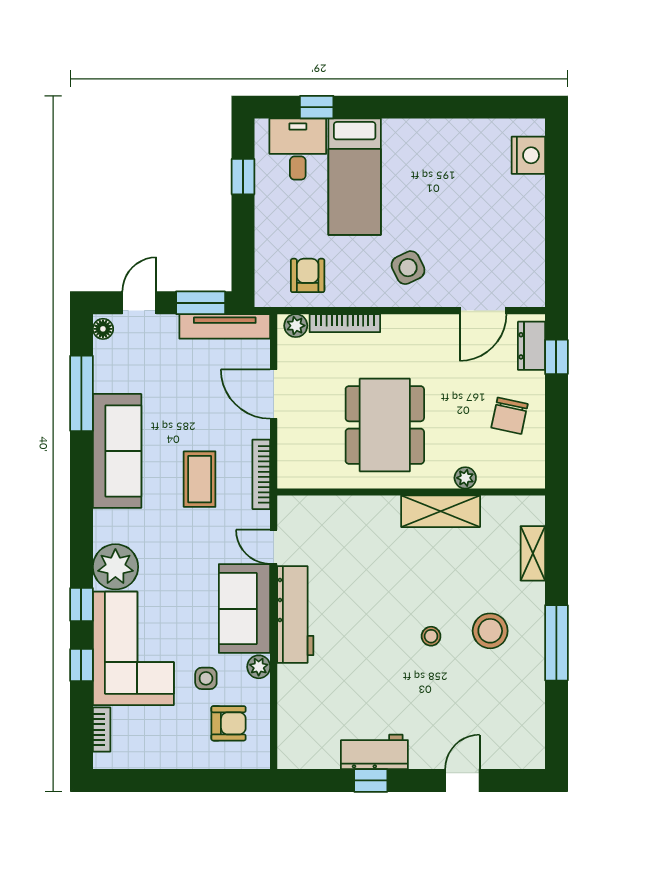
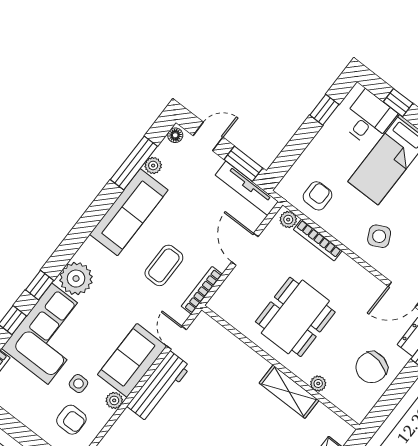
plant: (104, 380) -> (153, 166), added
chair: (509, 416) -> (372, 367), width x1.37, depth x1.37

